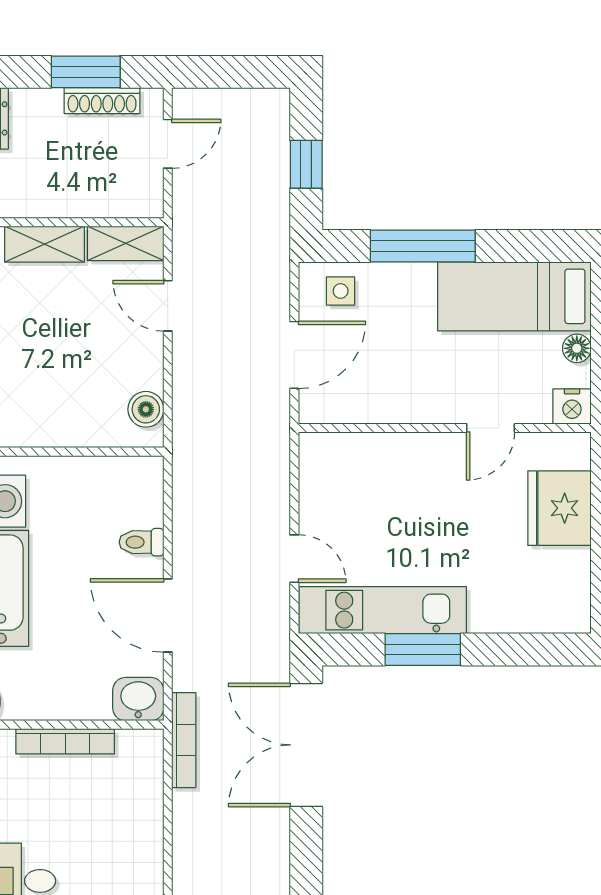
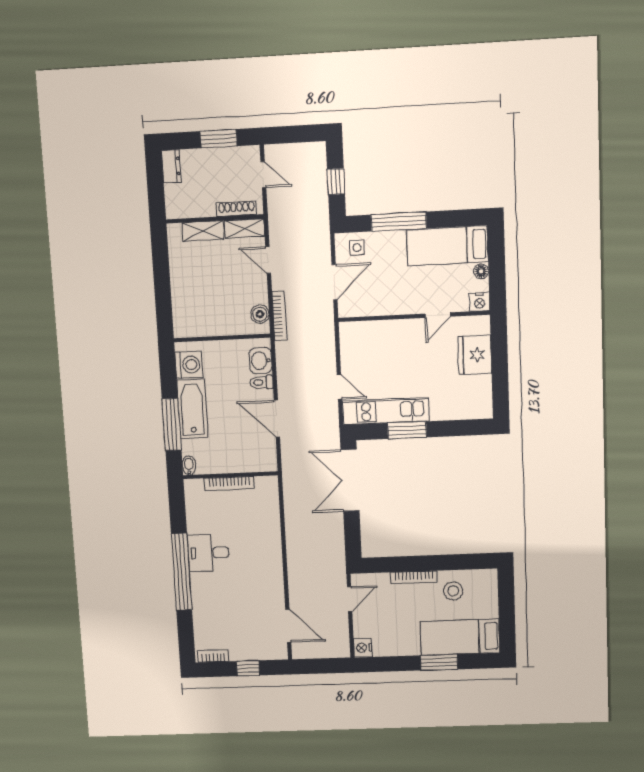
shoe rack: (102, 101) -> (236, 209), moved, turned 180
door: (168, 144) -> (263, 175), hinge flipped
washbasin: (138, 699) -> (261, 361), moved, turned -90
bookcase: (184, 740) -> (279, 316), moved

